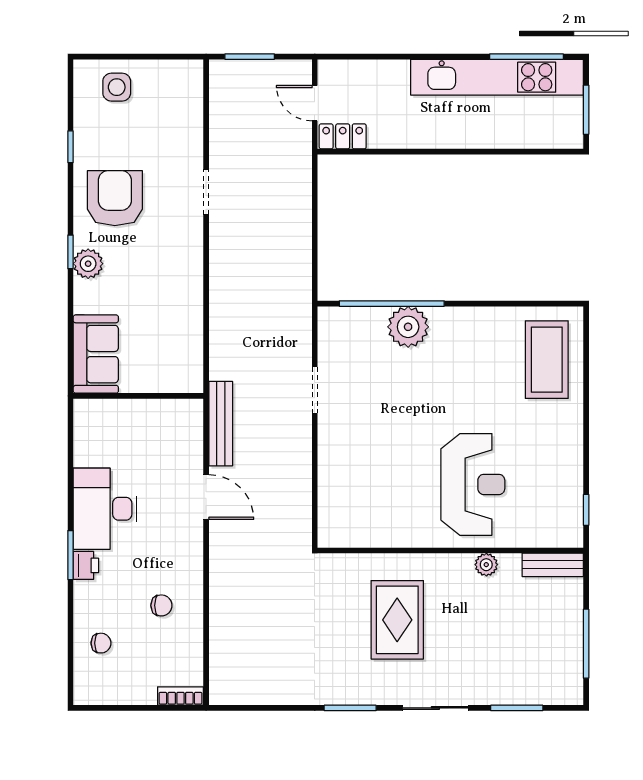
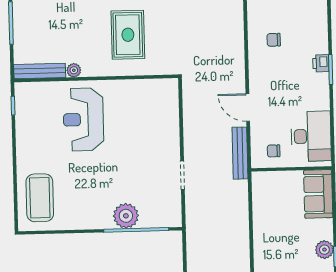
desk: (105, 509) -> (311, 136), moved
bench: (553, 565) -> (40, 71), width x1.36
chair: (101, 643) -> (274, 151), moved

